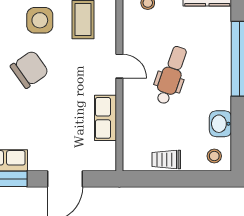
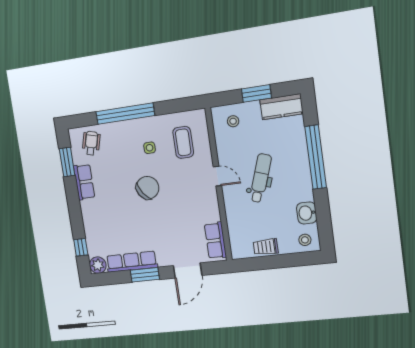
side table: (40, 20) -> (150, 148), width x0.54, depth x0.54
row of seats: (106, 118) -> (215, 240), moved

